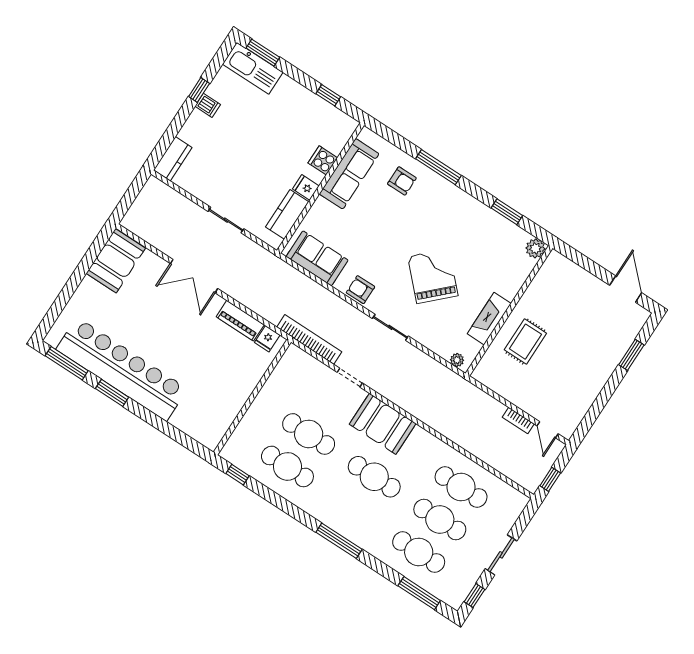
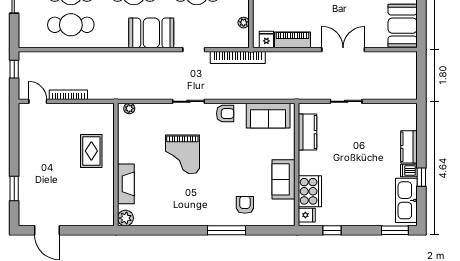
kitchen sink: (253, 68) -> (406, 200), moved, turned -90
kitchen counter: (173, 159) -> (409, 147), moved
cooker: (323, 160) -> (310, 191), width x1.87, depth x1.31
sofa: (349, 174) -> (284, 179), width x0.73
armchair: (402, 181) -> (245, 205), turned 90
fridge: (306, 187) -> (307, 215), moved
window: (507, 212) -> (161, 230), removed
grand piano: (433, 276) -> (182, 154), turned 44
fireplace: (489, 319) -> (126, 184), moved
plant: (279, 372) -> (244, 23), added
bookcase: (518, 420) -> (68, 95), width x1.56

